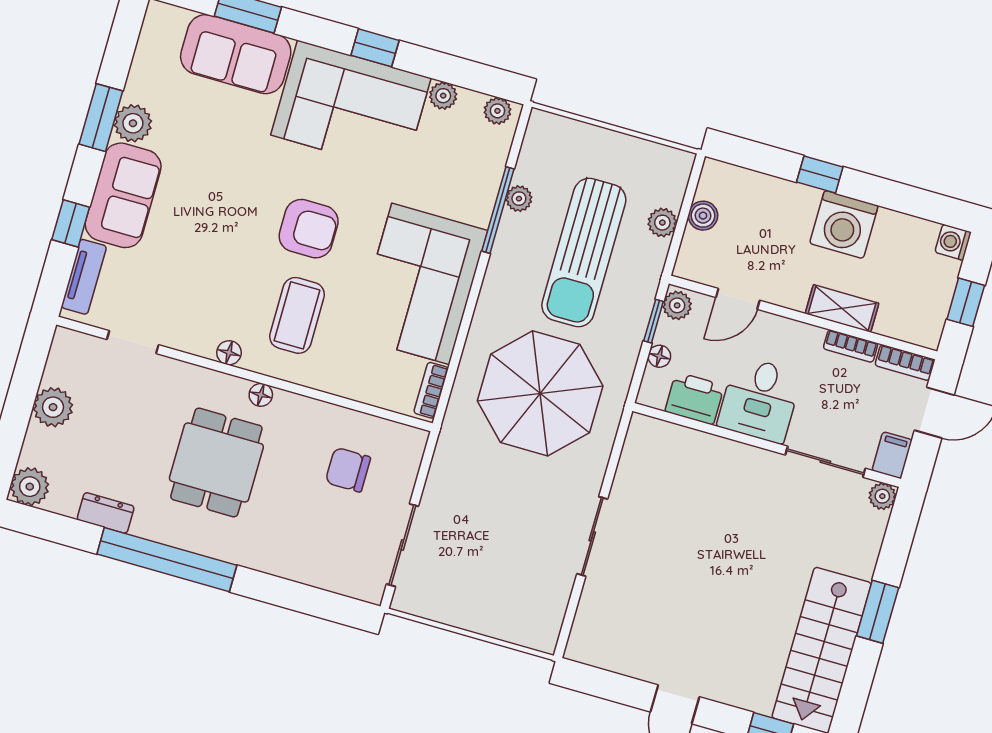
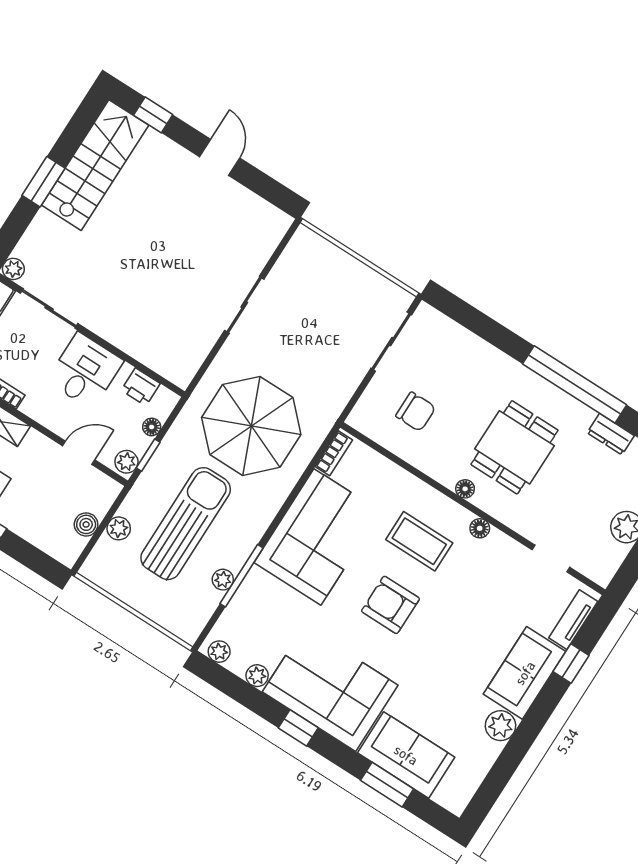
window: (101, 118) -> (524, 737), removed
coffee table: (297, 315) -> (419, 541), turned 90
printer: (695, 398) -> (141, 387), width x0.73, depth x0.81

